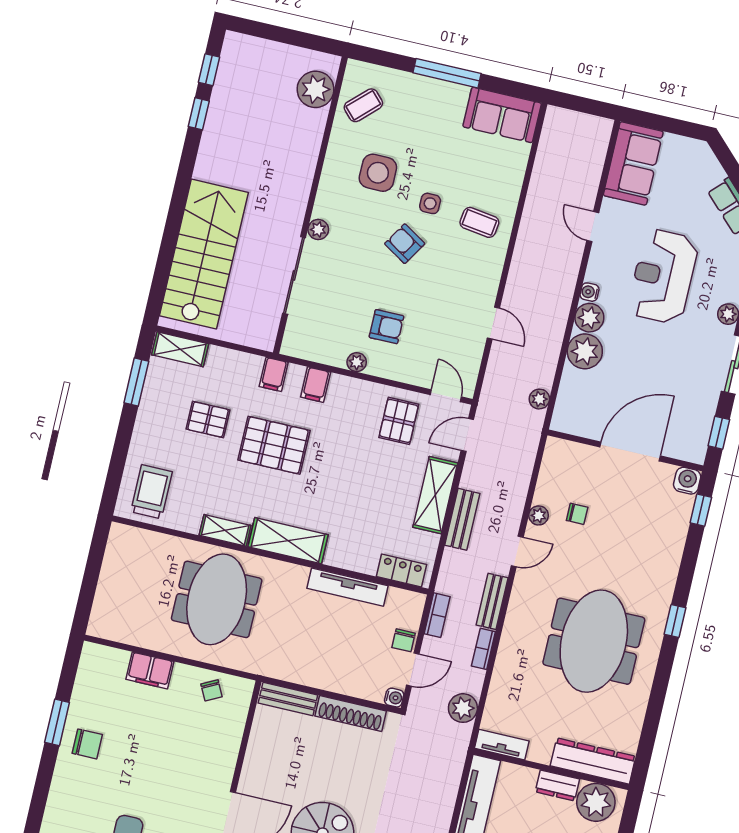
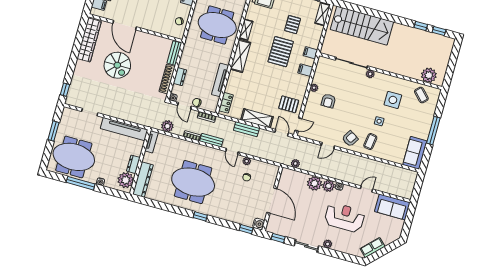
armchair: (405, 244) -> (350, 139), moved
dresser: (344, 683) -> (180, 77), added

